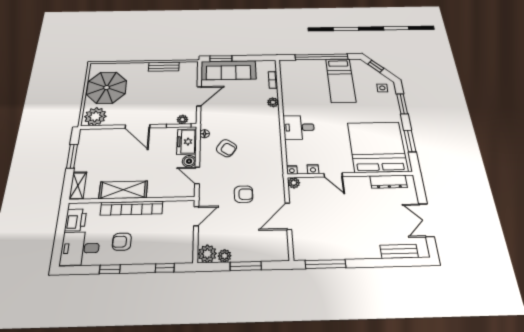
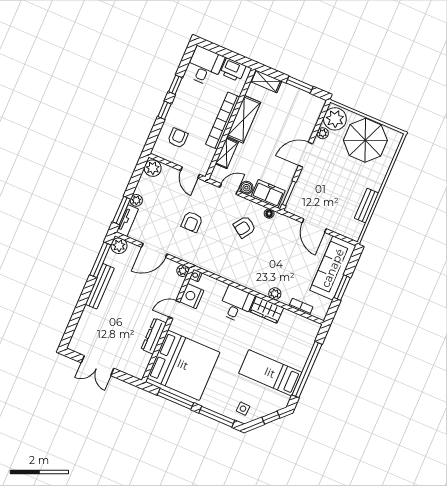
window: (221, 59) -> (342, 288), moved
wardrobe: (290, 103) -> (267, 310), added
window: (402, 104) -> (217, 417), width x1.44
plant: (182, 120) -> (323, 133), moved
window: (410, 141) -> (175, 399), width x1.44
nightstand: (313, 169) -> (192, 296), width x1.89, depth x1.79
dresser: (389, 182) -> (154, 336), moved
shelving: (163, 191) -> (227, 153), added
door: (288, 216) -> (154, 250), swing flipped
double door: (426, 220) -> (97, 366), swing flipped
armchair: (122, 242) -> (178, 138), moved
bench: (399, 251) -> (100, 286), moved, width x1.36
plant: (302, 252) -> (119, 246), added
tv unit: (272, 255) -> (127, 221), added
plant: (225, 256) -> (136, 200), moved
window: (246, 266) -> (121, 210), moved
window: (165, 268) -> (164, 110), moved

